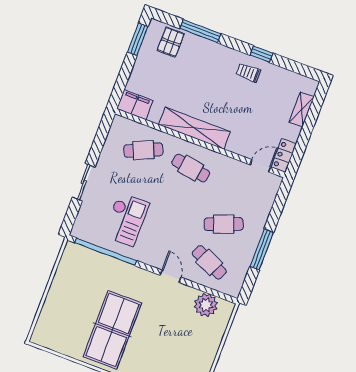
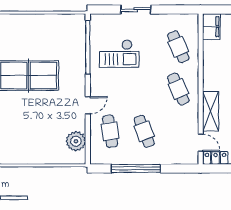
shelving: (194, 128) -> (211, 111), moved, width x0.68
cafe table: (191, 168) -> (178, 89), turned -33
window: (262, 249) -> (136, 168), width x1.46
cafe table: (209, 262) -> (110, 131), turned -33

